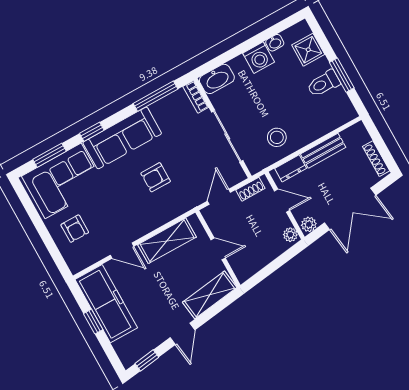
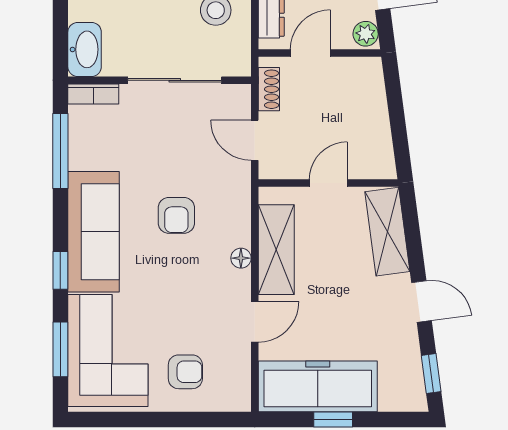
floor lamp: (152, 224) -> (241, 258), added
plant: (290, 235) -> (366, 68), removed

